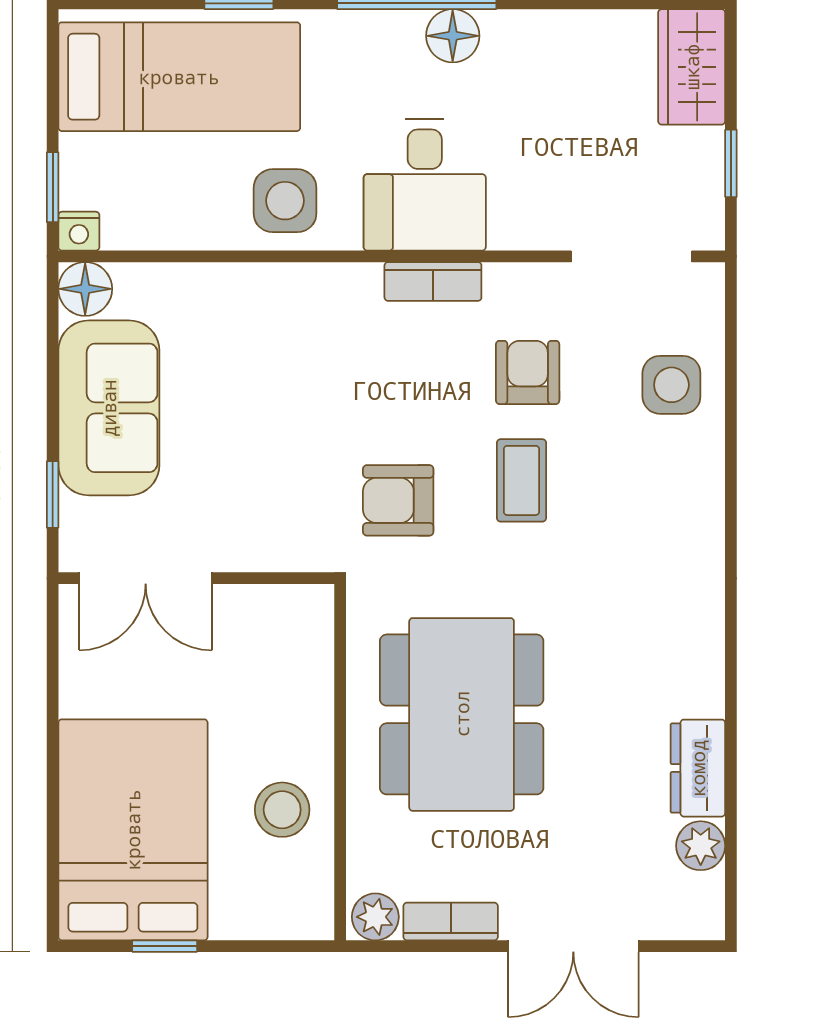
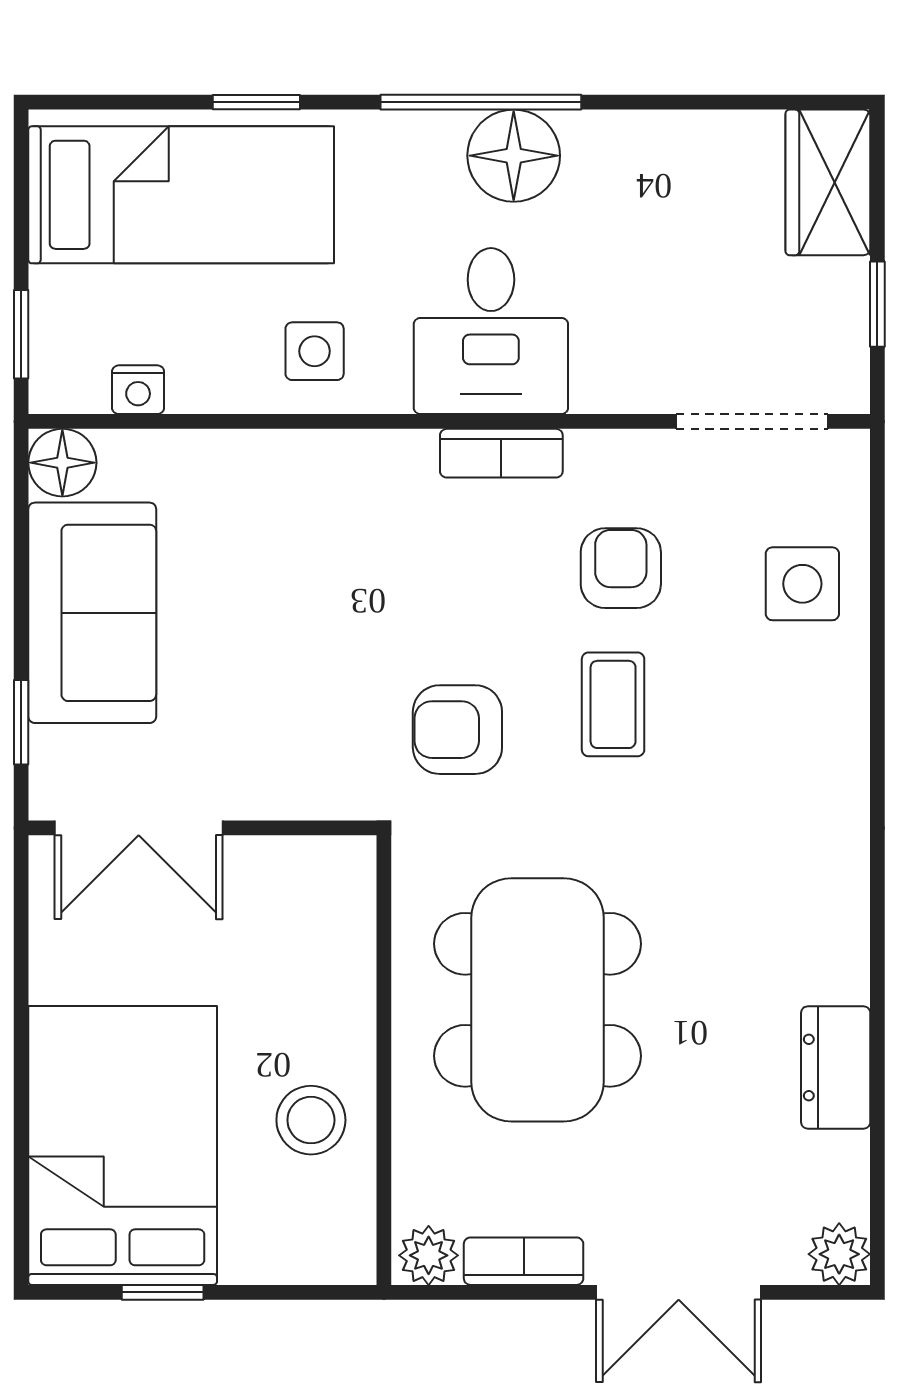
floor lamp: (453, 36) -> (514, 156), width x1.38, depth x1.38
side table: (285, 201) -> (315, 351), width x0.73, depth x0.73
nightstand: (79, 231) -> (138, 390), moved
plant: (701, 846) -> (839, 1254), moved

